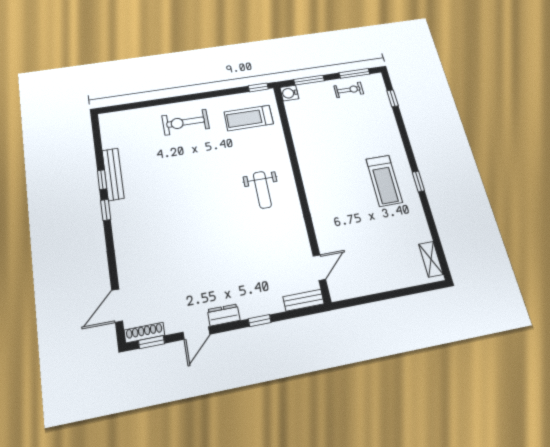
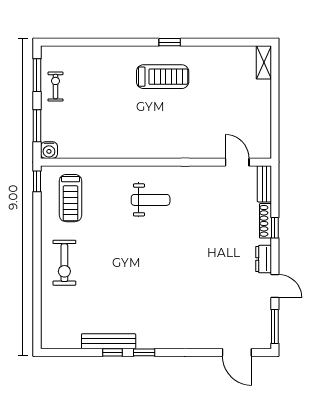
window: (393, 98) -> (73, 42), removed
shelving: (431, 259) -> (264, 62), moved, turned 90
shoe rack: (144, 333) -> (265, 221), moved
window: (151, 342) -> (275, 326), width x1.50

